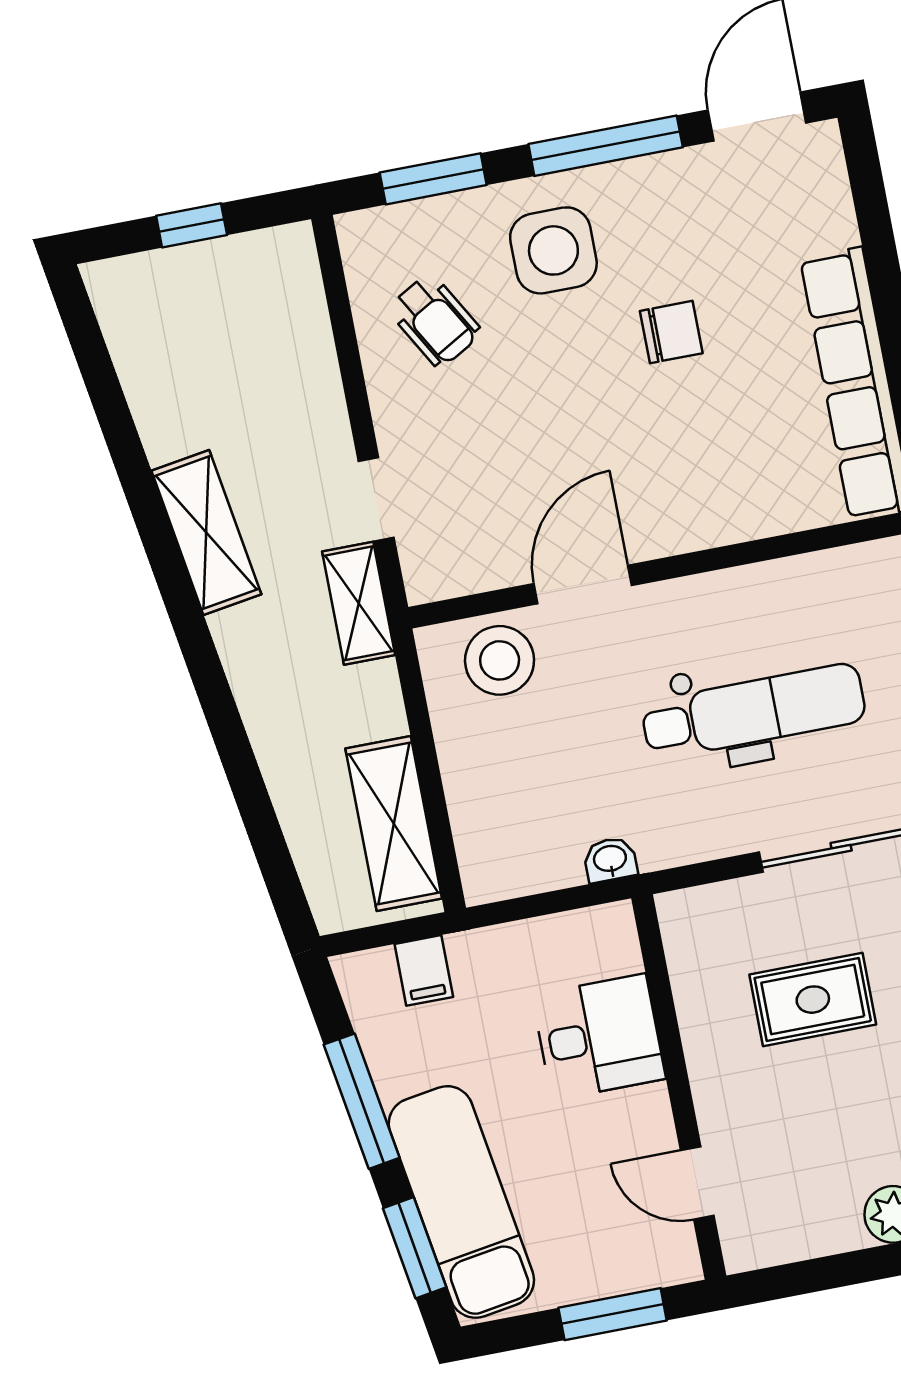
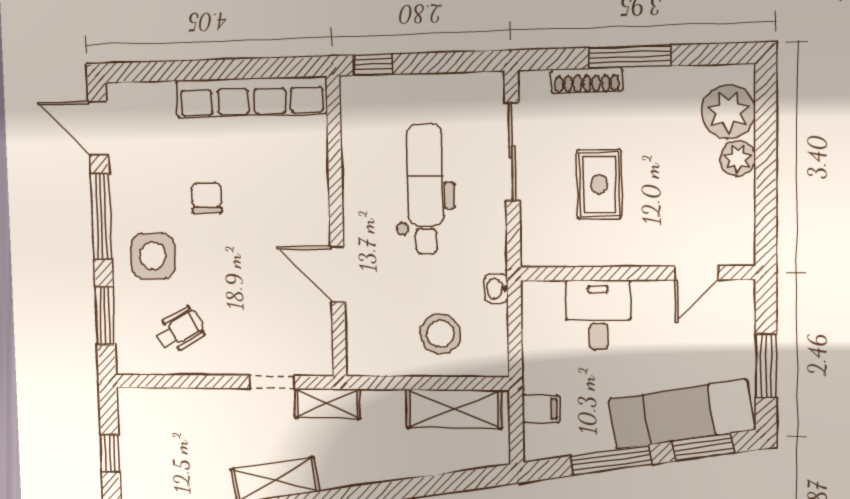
stool: (500, 660) -> (440, 334), moved
window: (613, 1314) -> (766, 366), moved

